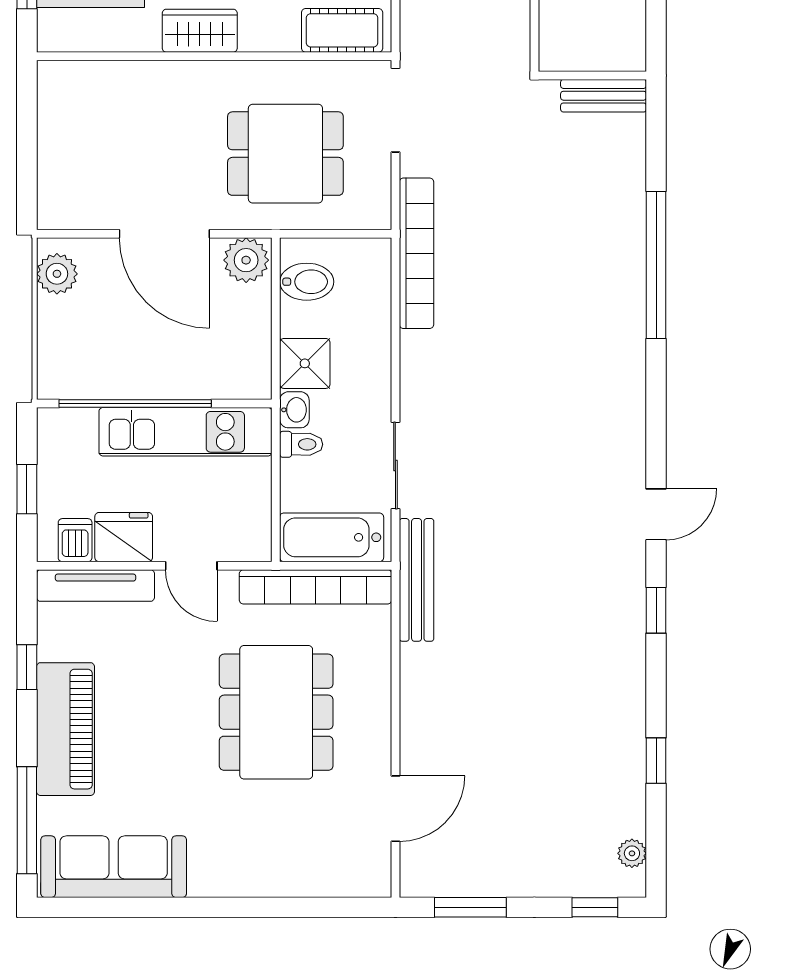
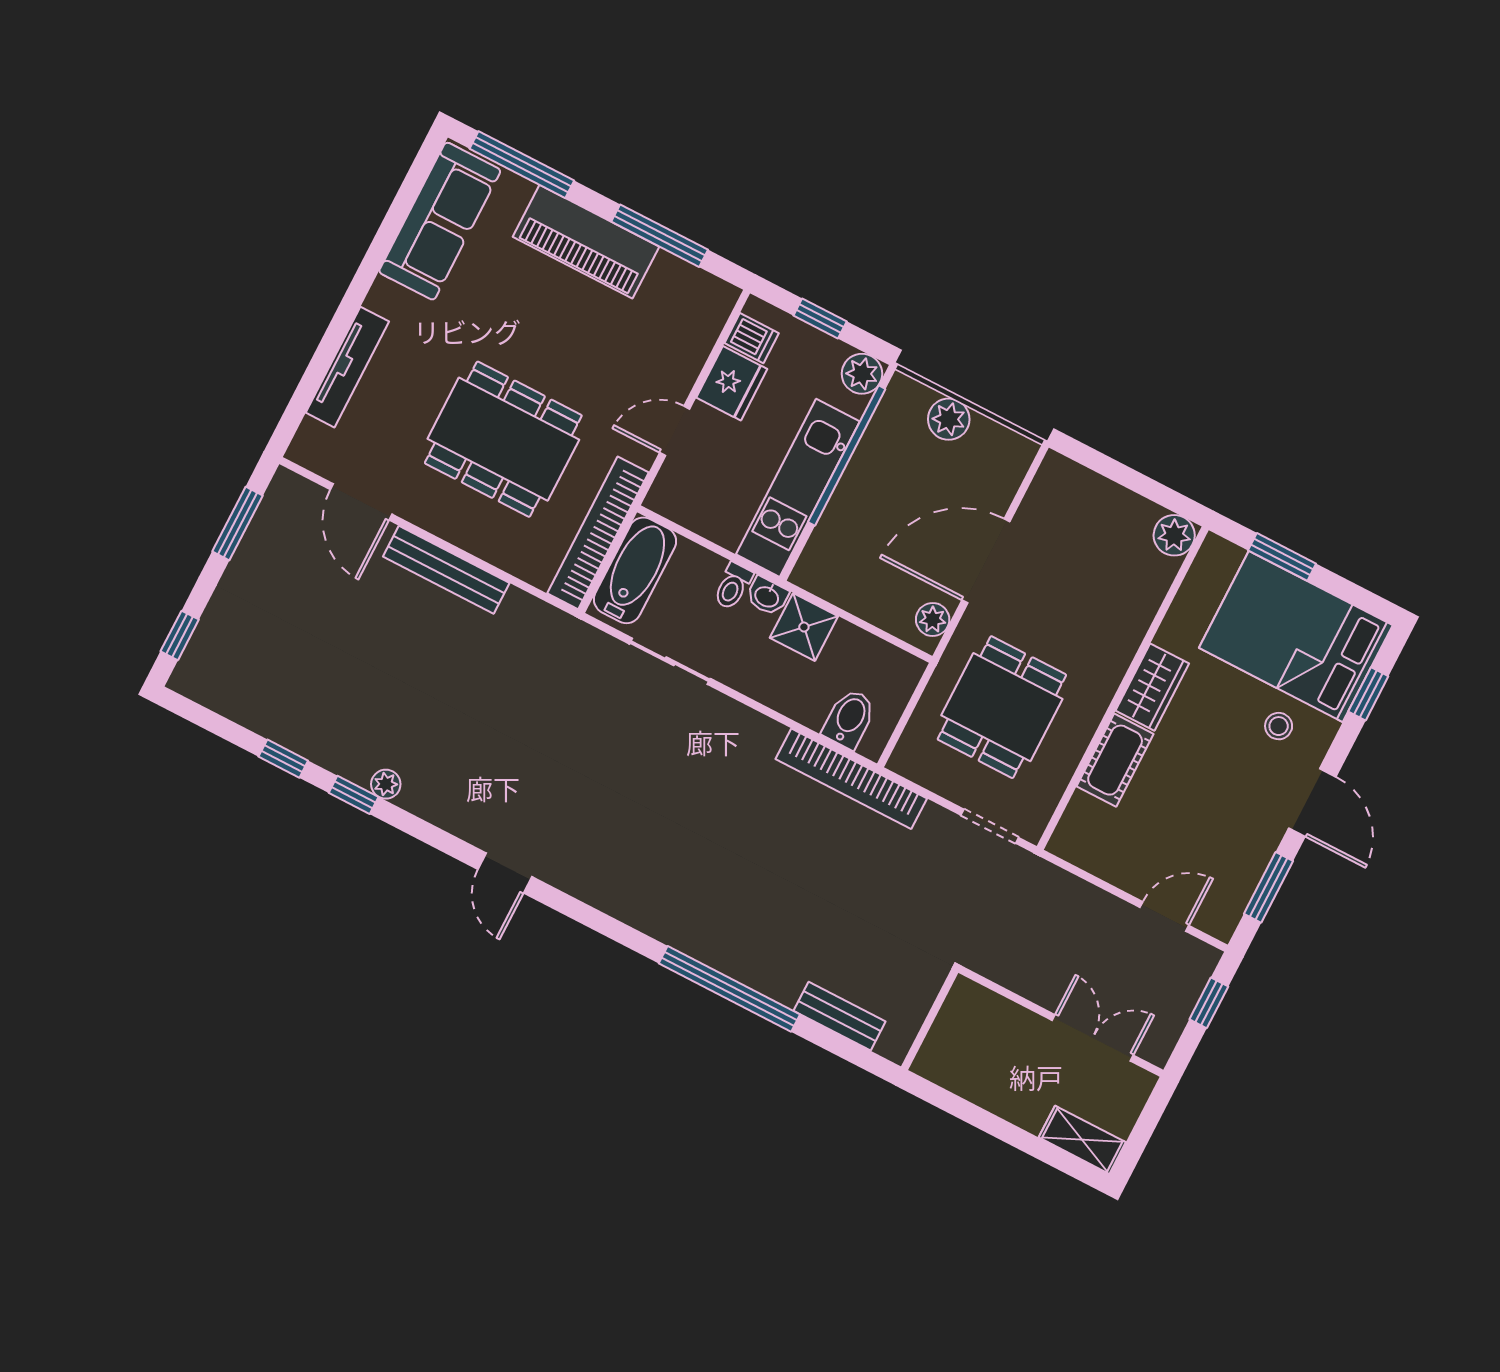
cot: (342, 30) -> (1115, 760), moved
plant: (57, 80) -> (1174, 535), added
bench: (604, 96) -> (840, 1016), moved, turned 90
doorway: (395, 110) -> (990, 826), width x0.73
plant: (246, 260) -> (933, 619), width x0.73, depth x0.73
plant: (57, 274) -> (949, 419), moved
bidet: (307, 282) -> (849, 719), moved, turned 180
plant: (56, 427) -> (862, 374), added
bench: (417, 580) -> (446, 570), moved
tv unit: (95, 586) -> (347, 367), moved, turned 180
window: (656, 610) -> (354, 795), moved
window: (27, 667) -> (660, 236), width x2.17
plant: (632, 853) -> (386, 784), moved

